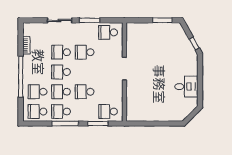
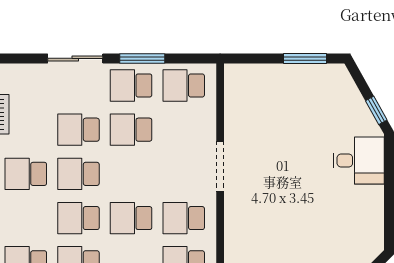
school desk: (85, 32) -> (131, 85), added
desk: (186, 87) -> (359, 160), moved
school desk: (38, 92) -> (26, 174), moved
school desk: (108, 92) -> (184, 218), added

